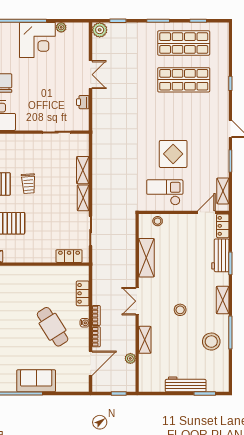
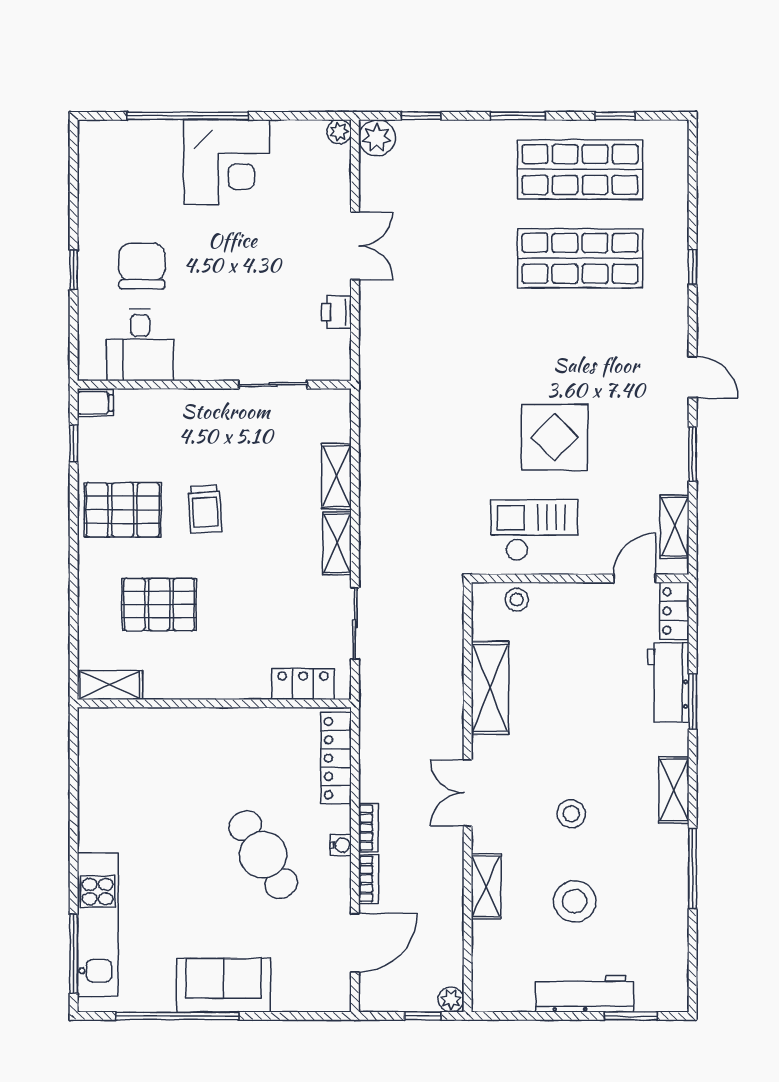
plant: (61, 27) -> (339, 132), moved
locker: (83, 293) -> (336, 758), width x1.53
stool: (211, 342) -> (575, 901), moved
plant: (130, 358) -> (451, 999), moved

